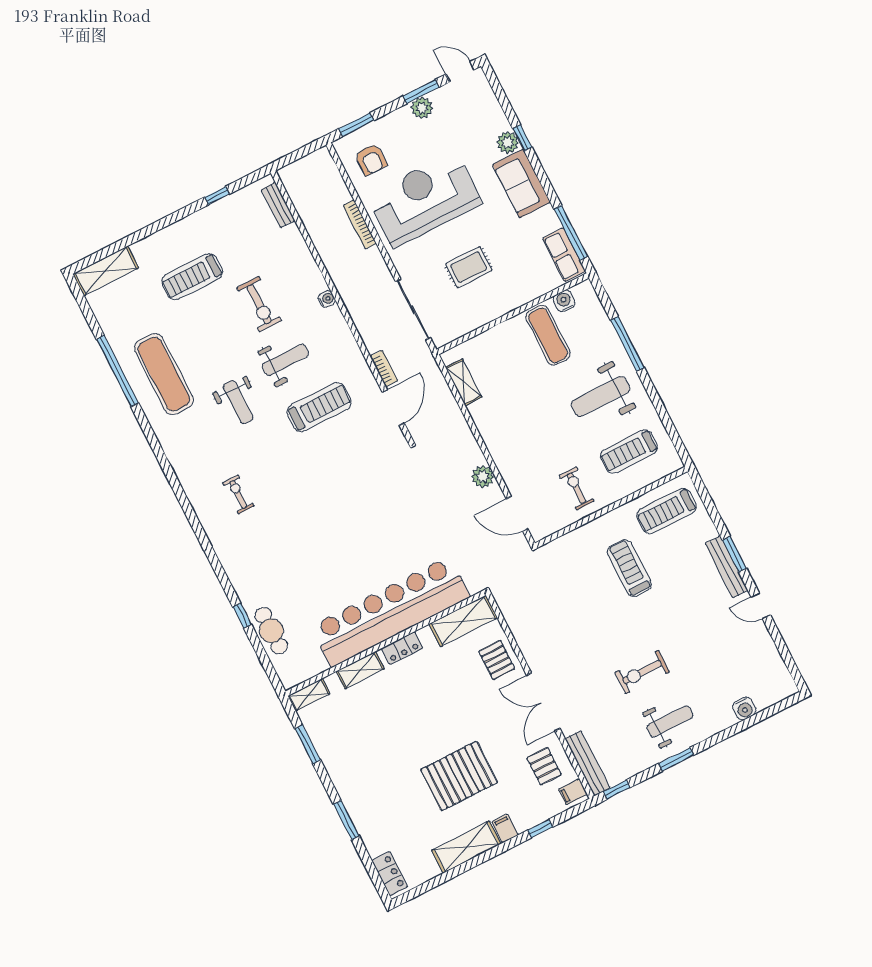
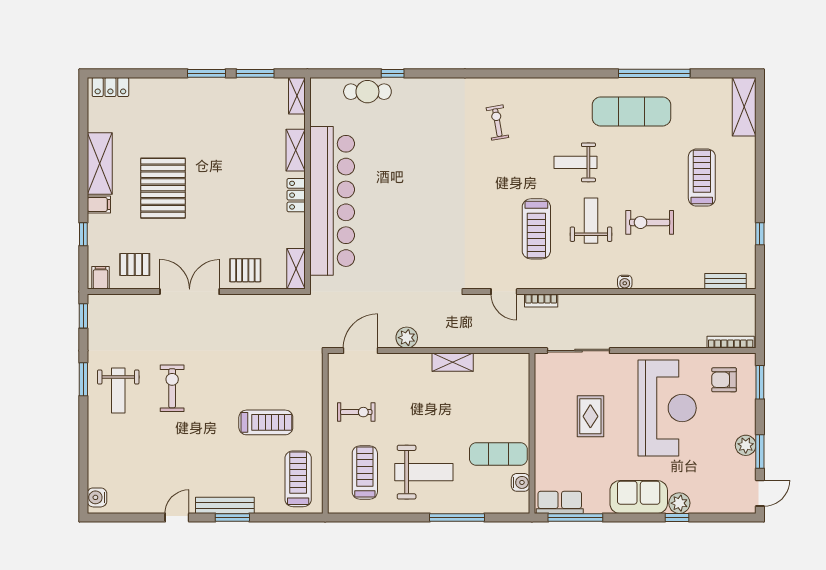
bookcase: (360, 224) -> (731, 342), moved
weight bench: (285, 360) -> (591, 221), turned 180
shelving: (464, 382) -> (453, 362), moved
weight bench: (601, 396) -> (424, 472), turned 90
door: (393, 408) -> (504, 292), width x0.73
exercise bike: (238, 494) -> (497, 123), turned -100
shelving: (463, 621) -> (296, 269), width x0.67, depth x0.75
water cooler: (744, 709) -> (97, 497), moved
bench: (587, 763) -> (118, 302), removed
window: (346, 820) -> (207, 73), moved

